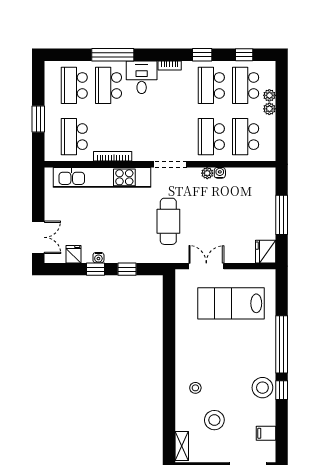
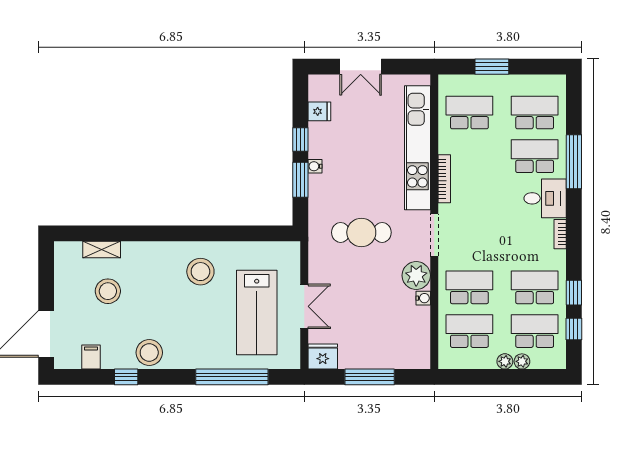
window: (202, 55) -> (574, 293), moved
bookcase: (113, 156) -> (444, 179), moved
plant: (207, 173) -> (416, 275), width x1.88, depth x1.88
double door: (38, 237) -> (361, 67), moved
water cooler: (98, 258) -> (315, 166), moved
double door: (206, 266) -> (304, 306), moved
window: (127, 269) -> (300, 180), width x1.50
lab bench: (231, 303) -> (257, 312), turned 180
window: (282, 344) -> (232, 377), moved
stool: (195, 388) -> (200, 272), moved, width x1.89, depth x1.89
window: (282, 390) -> (126, 377), moved
shelving: (182, 446) -> (102, 250), moved

